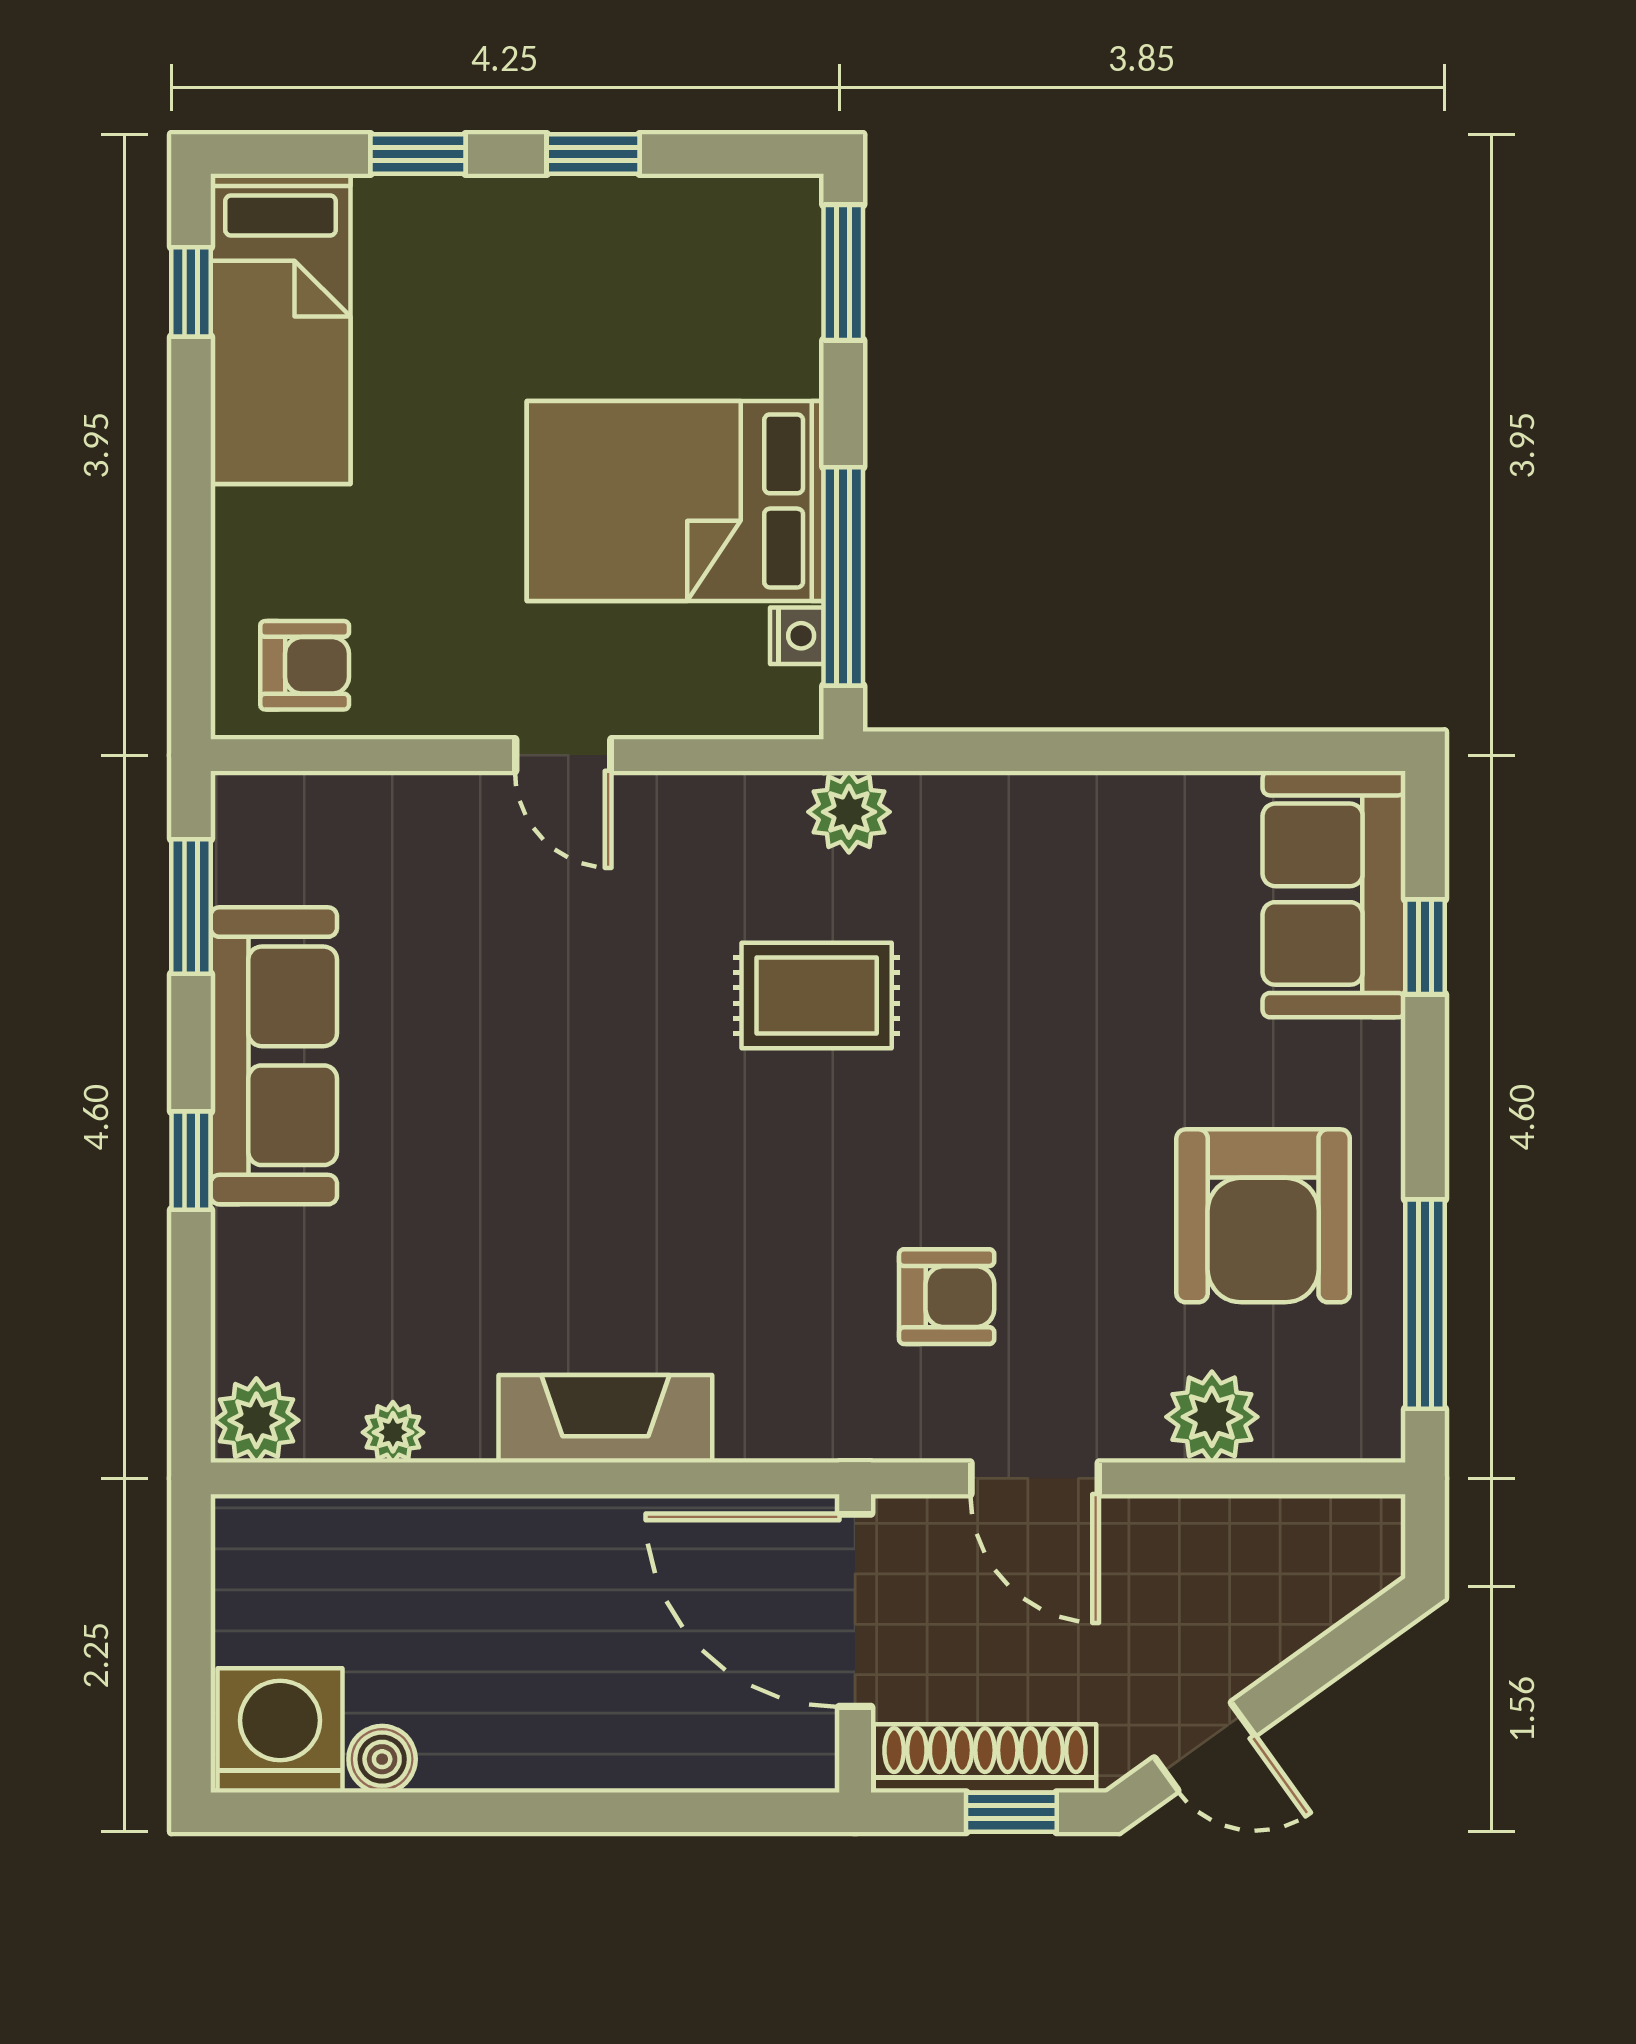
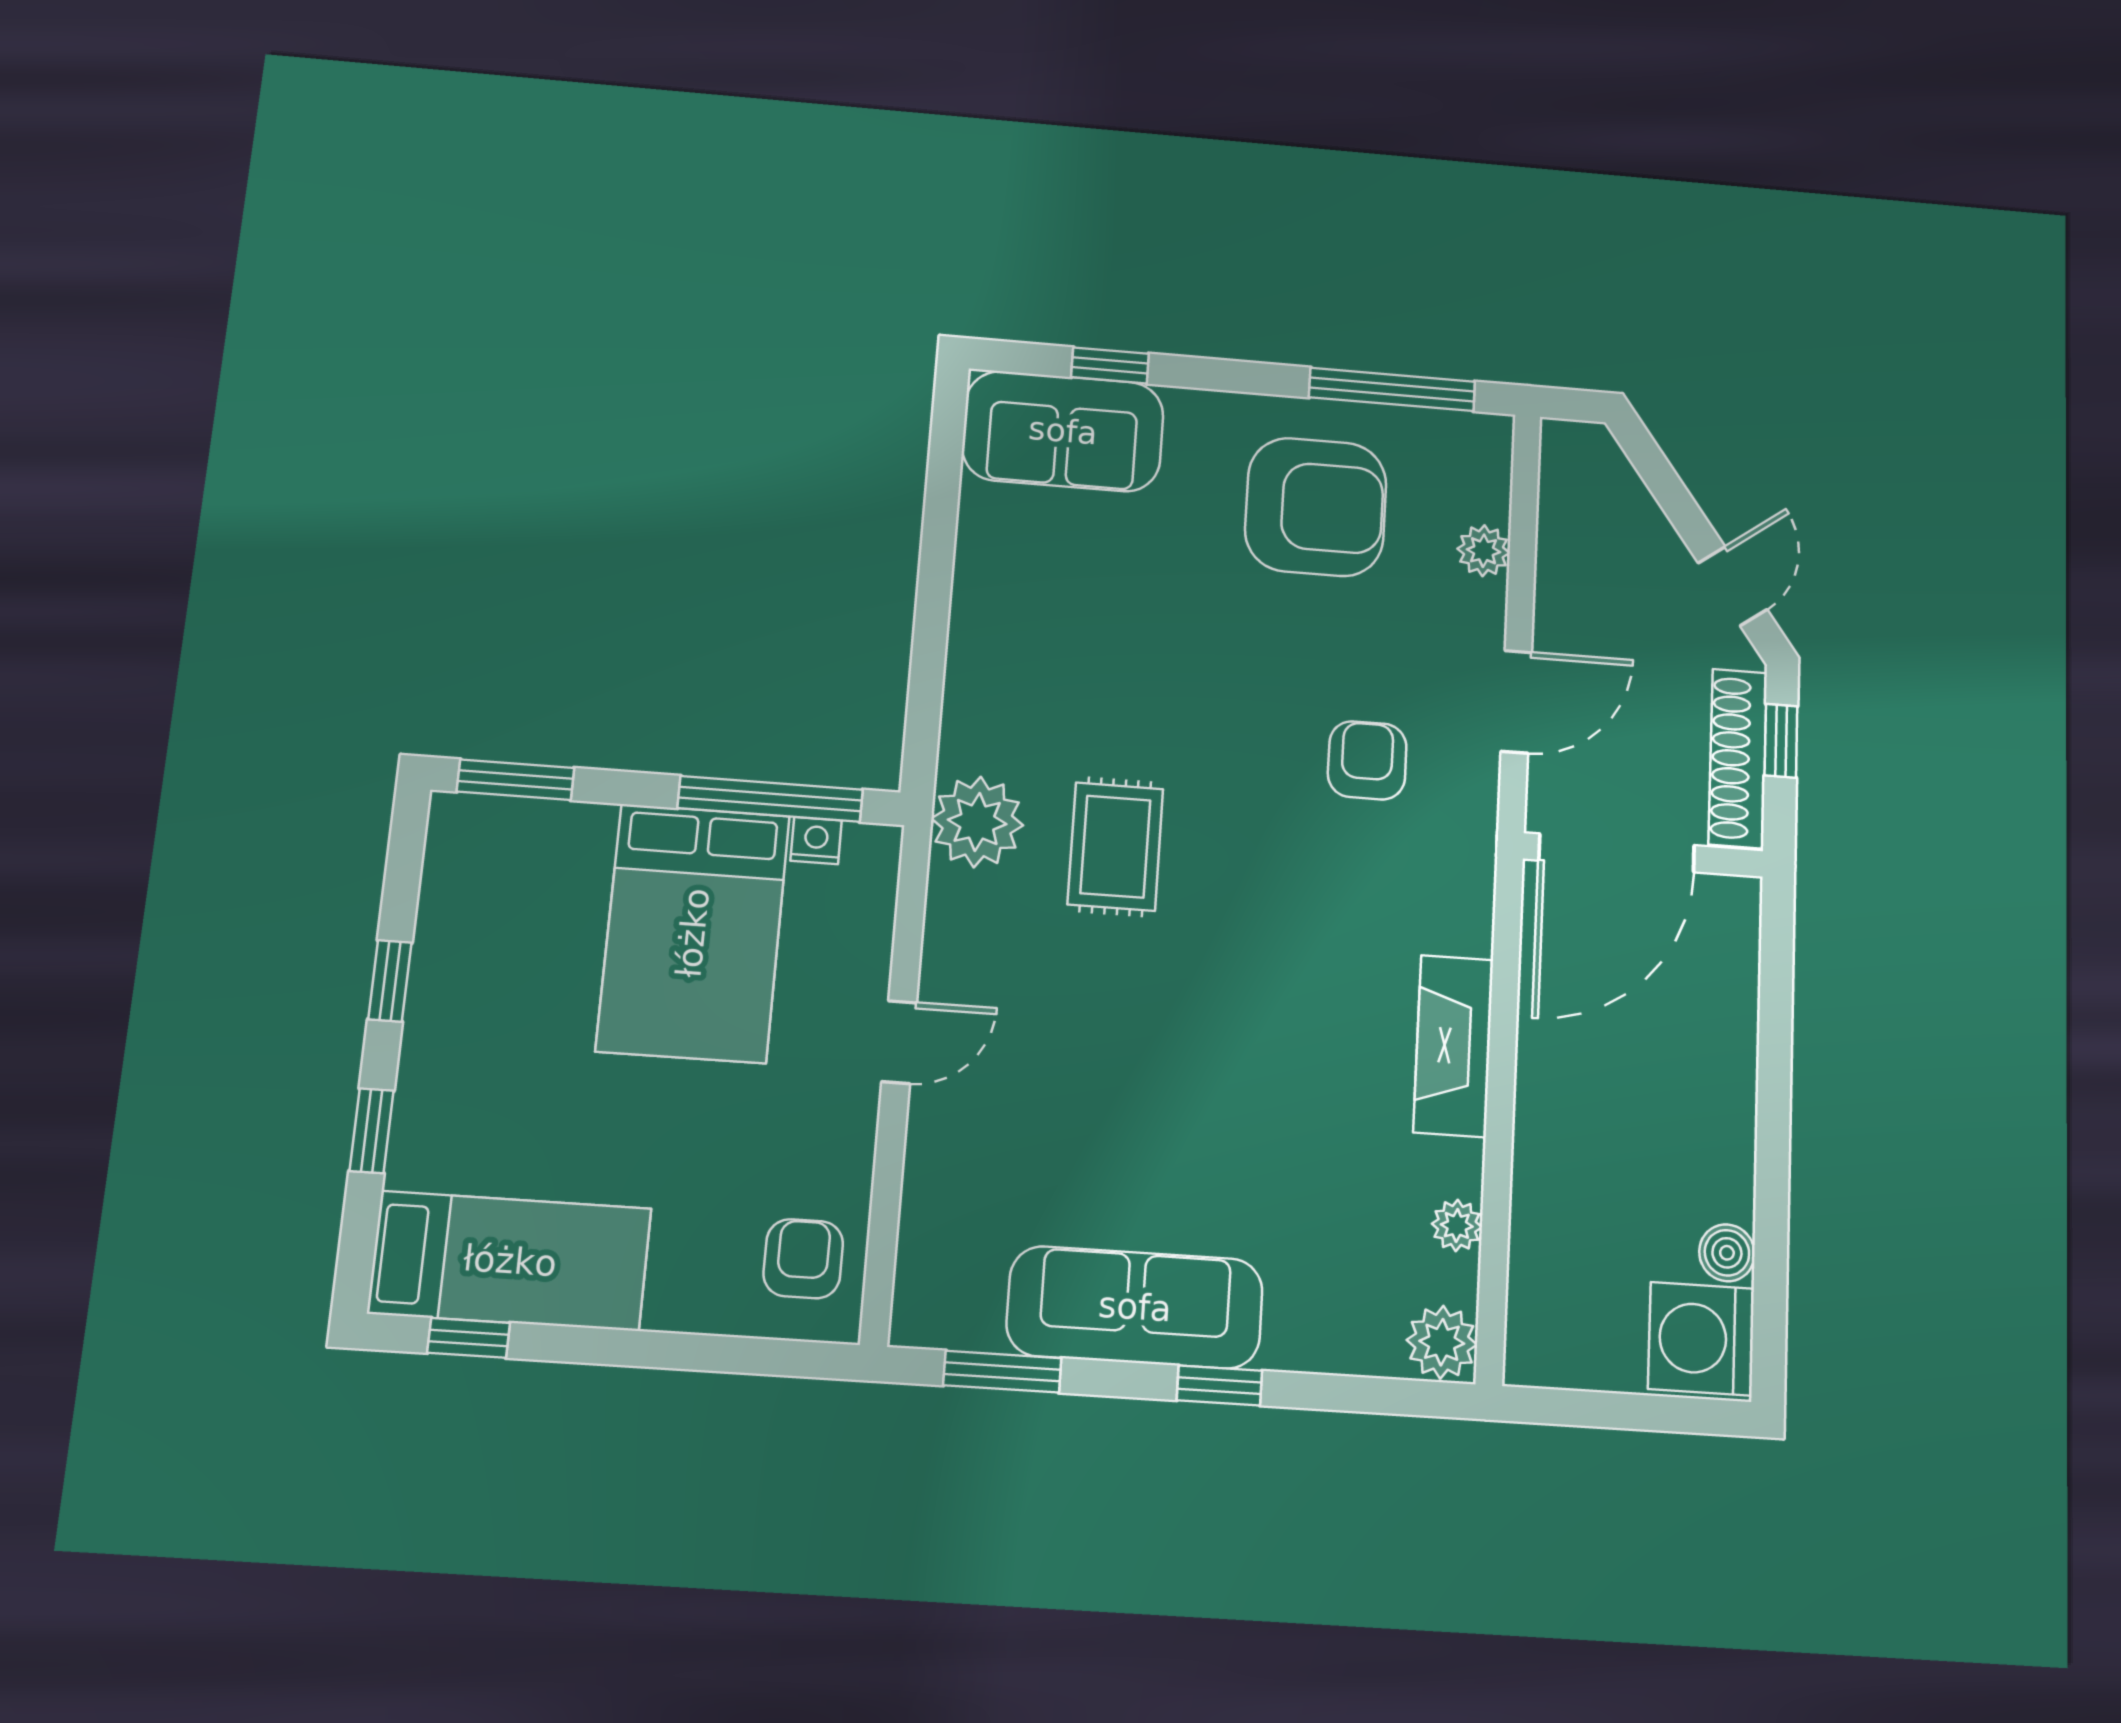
plant: (849, 812) -> (977, 822), width x1.36, depth x1.36
plant: (1212, 1417) -> (1484, 551), width x0.73, depth x0.73

